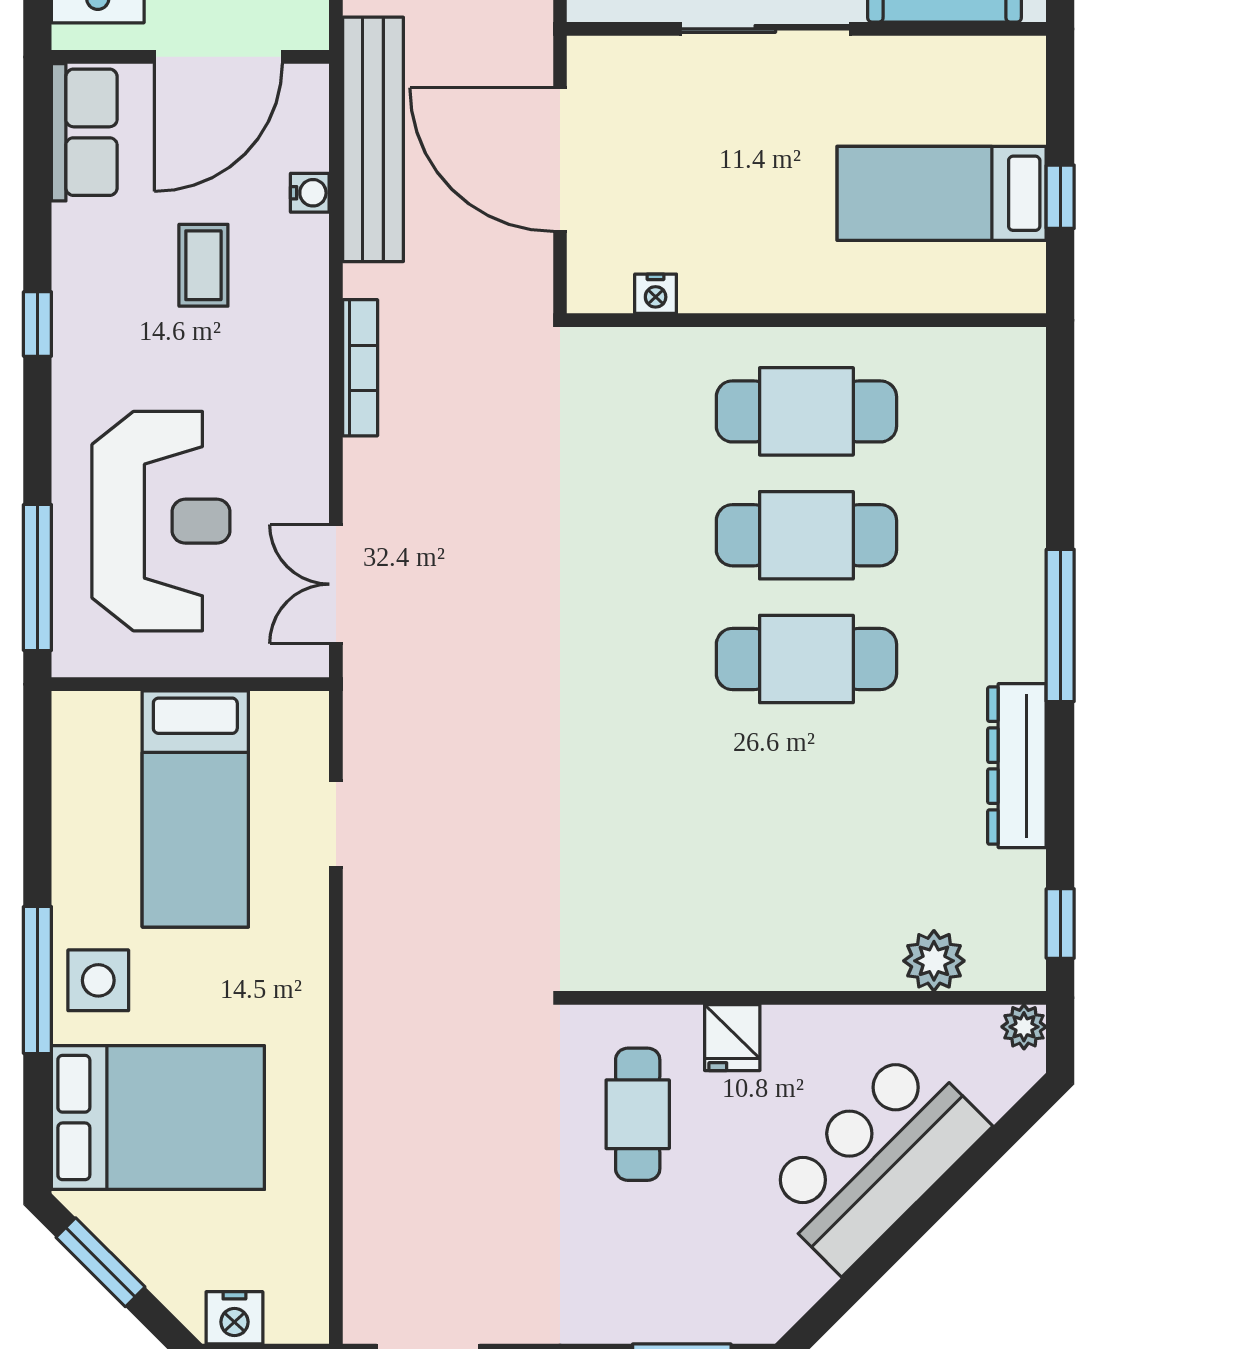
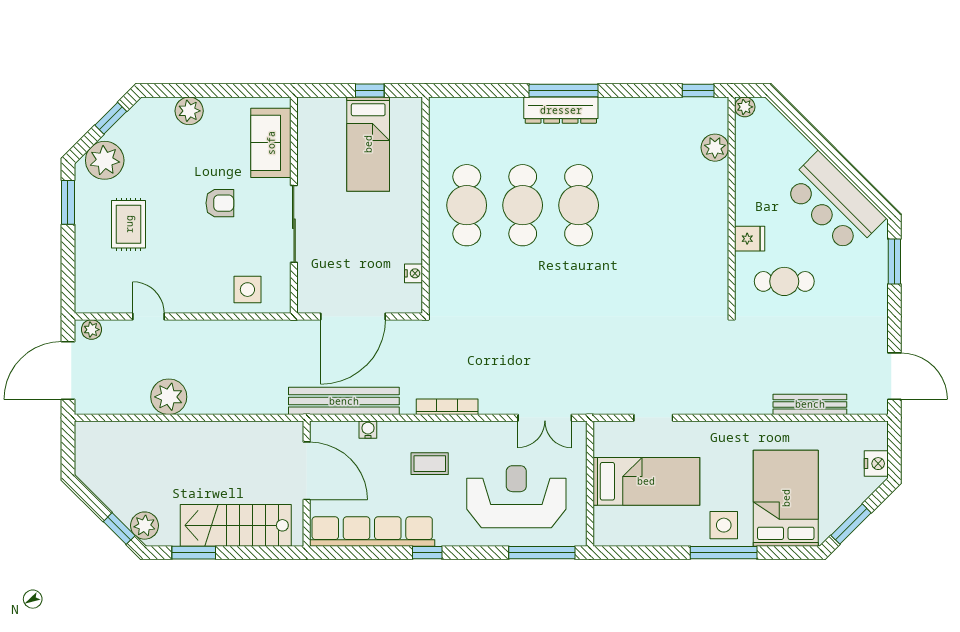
row of seats: (84, 132) -> (372, 531), width x2.02
coffee table: (203, 265) -> (430, 464), moved
dresser: (1017, 766) -> (561, 110), moved
bar counter: (875, 1160) -> (834, 203), moved
bench: (365, 1171) -> (810, 404), added

